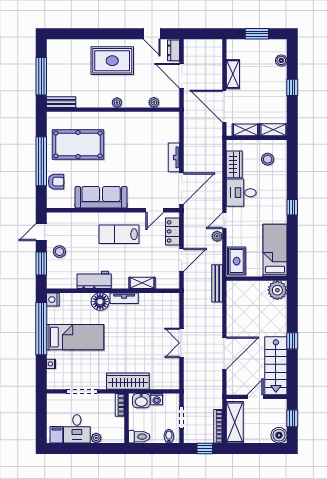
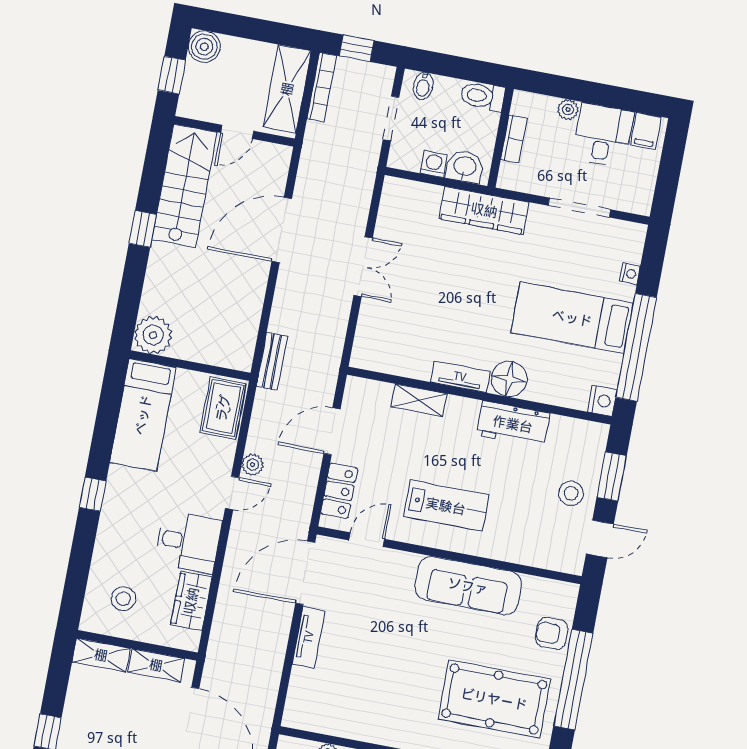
bench: (217, 283) -> (272, 361), width x0.73
bookcase: (120, 405) -> (514, 139), moved

